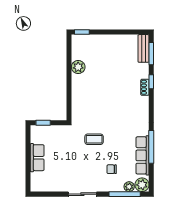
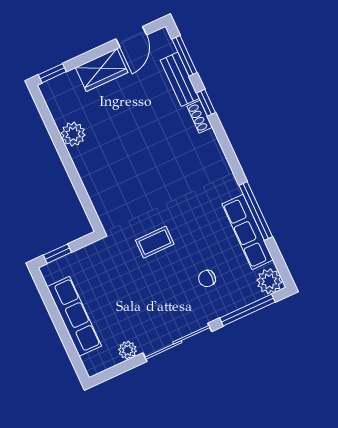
door: (129, 32) -> (131, 37), added
wardrobe: (107, 42) -> (102, 70), added
bench: (144, 48) -> (180, 79), moved
row of seats: (37, 158) -> (74, 316), width x1.48
plant: (129, 187) -> (128, 350), moved
sliding door: (82, 194) -> (177, 342), width x1.37

